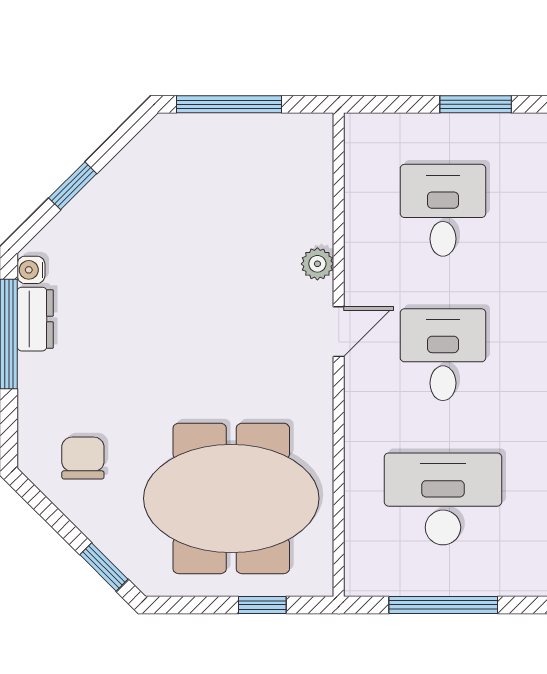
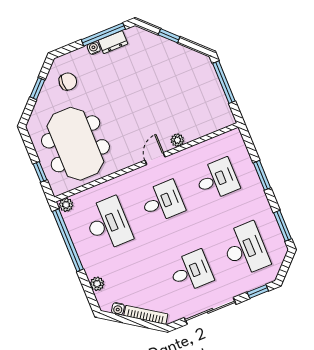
water cooler: (31, 270) -> (94, 48), moved
door: (339, 332) -> (155, 159), swing flipped
window: (104, 567) -> (37, 89), moved
plant: (361, 576) -> (66, 205), added
window: (443, 605) -> (68, 240), width x1.46

